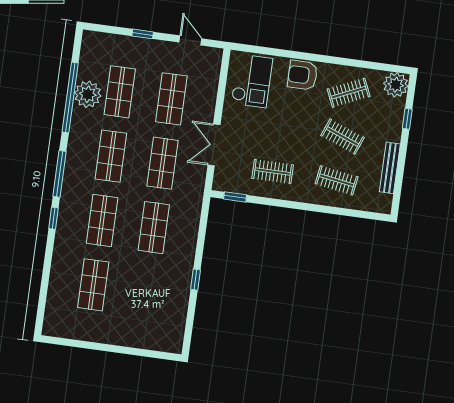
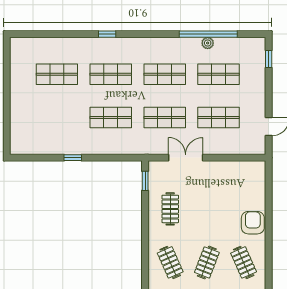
window: (143, 34) -> (269, 59), moved
checkout: (252, 81) -> (242, 182), removed
plant: (88, 94) -> (208, 43), width x0.53, depth x0.53
window: (60, 174) -> (144, 34), removed
clothes rail: (337, 180) -> (170, 262), turned -33

